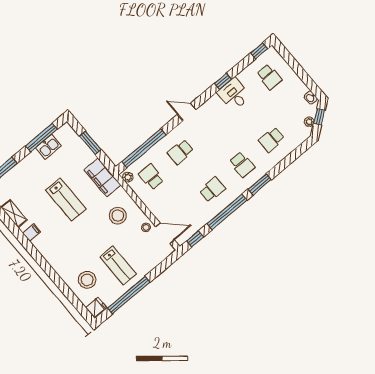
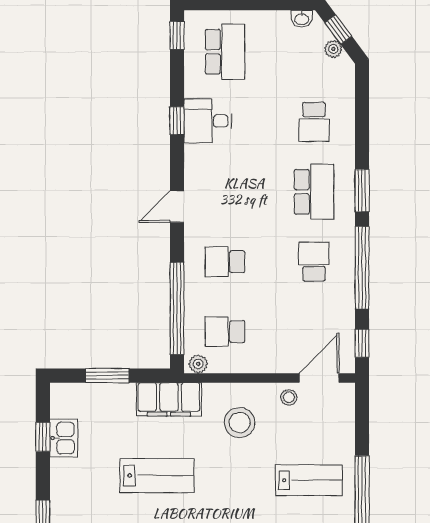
school desk: (269, 77) -> (225, 52), width x1.85
window: (41, 138) -> (43, 437), width x0.46
school desk: (181, 152) -> (225, 262), turned 90
school desk: (242, 165) -> (314, 192), width x1.85

